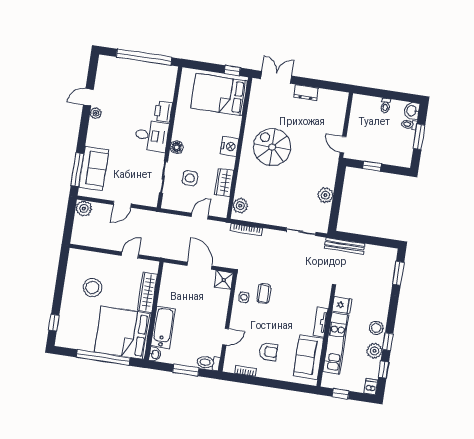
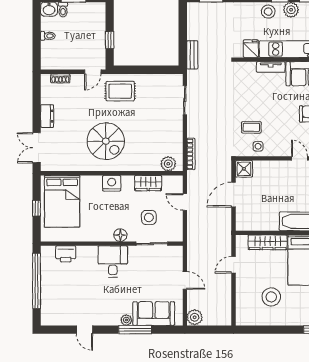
window: (232, 71) -> (37, 208), moved
shoe rack: (341, 111) -> (60, 78), added
printer: (163, 112) -> (66, 254), moved
plant: (96, 113) -> (126, 320), moved
spiral stairs: (272, 147) -> (106, 141), turned -90
rug: (320, 169) -> (120, 91), added
window: (77, 170) -> (135, 330), moved
plant: (325, 195) -> (145, 81), removed
bench: (345, 246) -> (192, 55), width x0.73
door: (130, 255) -> (234, 265), hinge flipped

